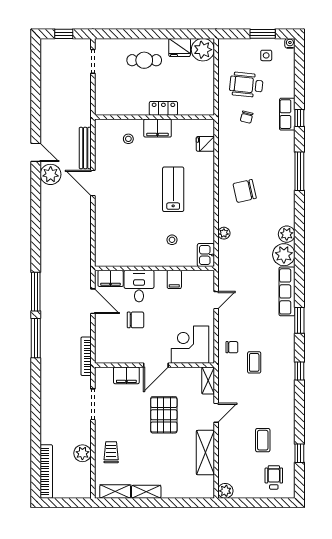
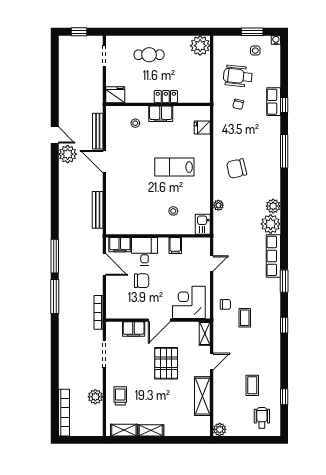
fridge: (180, 47) -> (115, 95), moved, turned 180
lab bench: (173, 189) -> (174, 167), turned -90
bench: (85, 239) -> (98, 210), added

